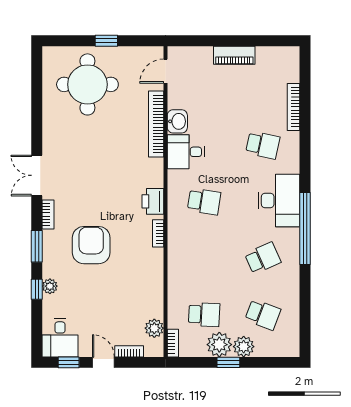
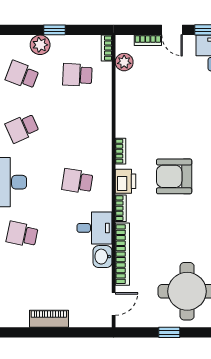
bookcase: (158, 173) -> (121, 208), added
armchair: (91, 245) -> (174, 176), moved, turned 90
plant: (219, 345) -> (63, 47), removed

